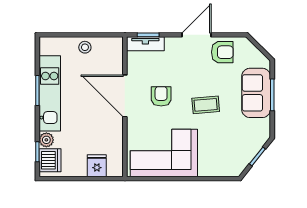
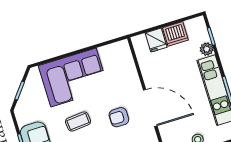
armchair: (161, 96) -> (119, 117), turned 90
corner sofa: (164, 153) -> (74, 77), moved
dishwasher: (50, 160) -> (175, 34), moved, turned -90

